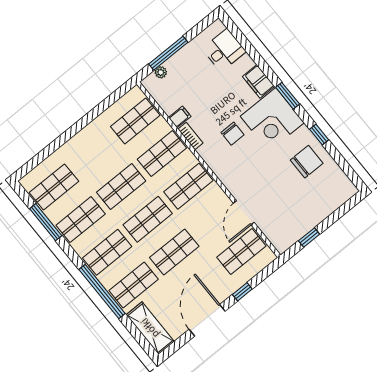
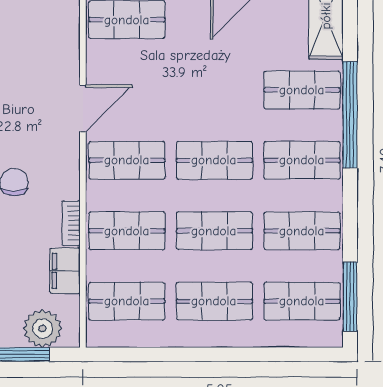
plant: (161, 72) -> (42, 329), width x1.88, depth x1.88
filing cabinet: (180, 117) -> (65, 271), width x2.00
door: (244, 213) -> (83, 108), moved
window: (46, 222) -> (350, 297), moved
shop shelf: (174, 252) -> (214, 301), moved

